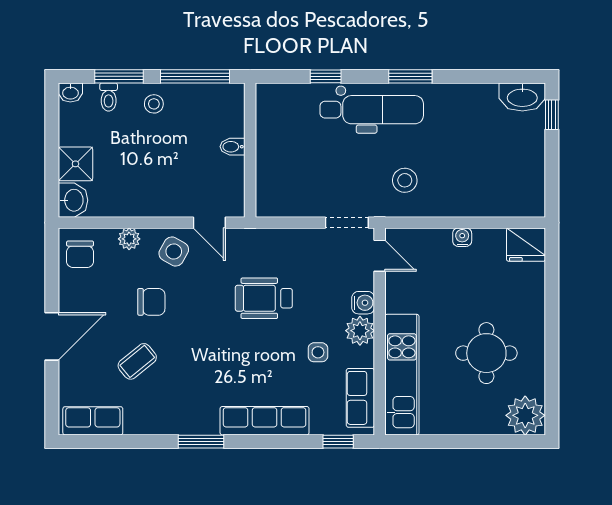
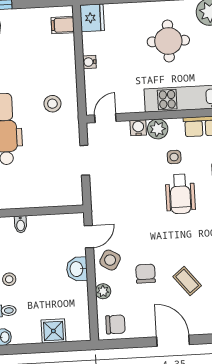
bidet: (233, 147) -> (21, 224), moved
washbasin: (73, 200) -> (77, 269), moved, turned -90
filing cabinet: (518, 201) -> (63, 25), added
doorway: (347, 223) -> (85, 160), moved
wheelchair: (264, 298) -> (180, 194), moved

